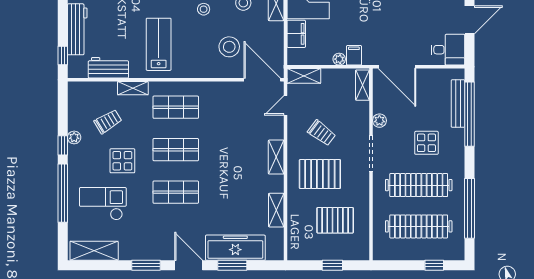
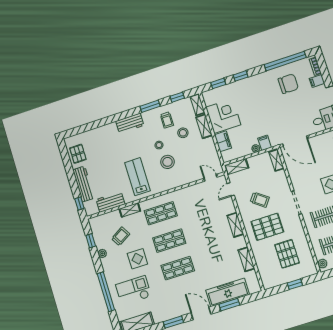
stool: (229, 47) -> (167, 162), moved
door: (262, 80) -> (210, 178), width x0.53
plant: (379, 121) -> (322, 264), moved
window: (63, 145) -> (91, 241), moved
pallet: (335, 220) -> (287, 254), turned 90

